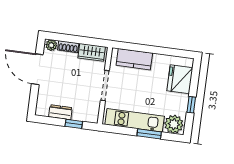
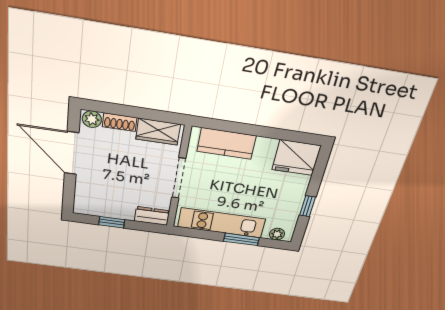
fridge: (180, 79) -> (296, 158), moved, turned -90
dresser: (60, 112) -> (152, 216), moved
window: (74, 124) -> (112, 222), moved
plant: (174, 124) -> (277, 234), width x0.53, depth x0.53

